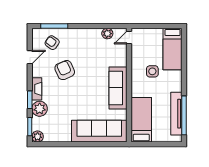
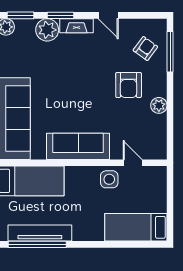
plant: (107, 34) -> (159, 105), moved
door: (129, 37) -> (133, 163), moved
door: (30, 57) -> (108, 15), moved
armchair: (65, 70) -> (129, 85), moved, turned 114
side table: (152, 71) -> (109, 179), moved

